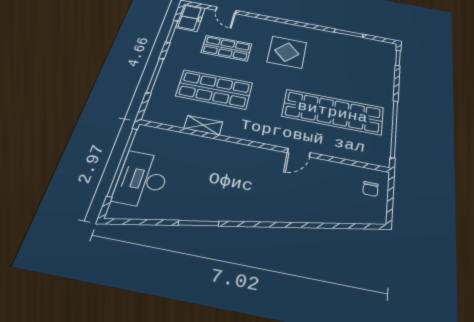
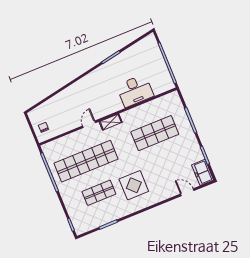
shop shelf: (227, 48) -> (99, 193), moved
shelving: (203, 125) -> (111, 122), moved
desk: (142, 179) -> (135, 91), moved, turned 90

